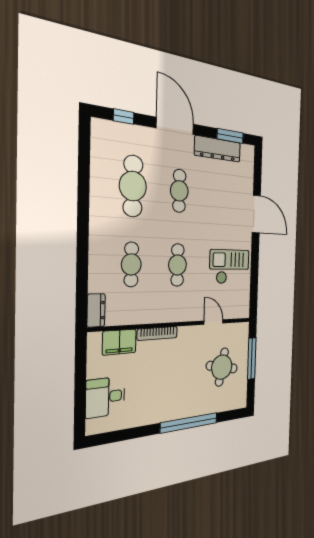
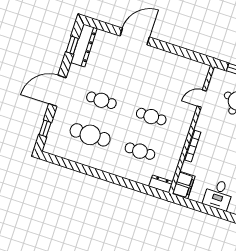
window: (230, 136) -> (72, 45), width x0.67
dresser: (218, 149) -> (84, 45), moved
checkout: (229, 267) -> (166, 73), removed
filing cabinet: (119, 342) -> (184, 185), moved

